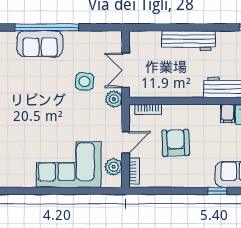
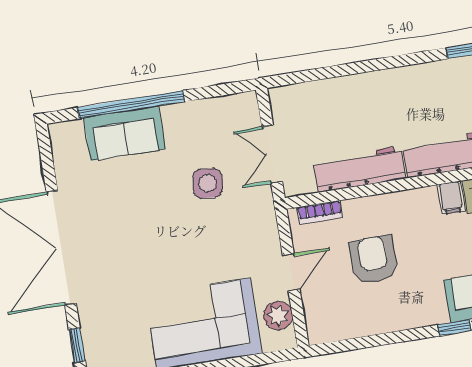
workbench: (189, 41) -> (359, 169), moved, turned 180
plant: (114, 99) -> (261, 204), removed
bookcase: (134, 171) -> (313, 317), removed

